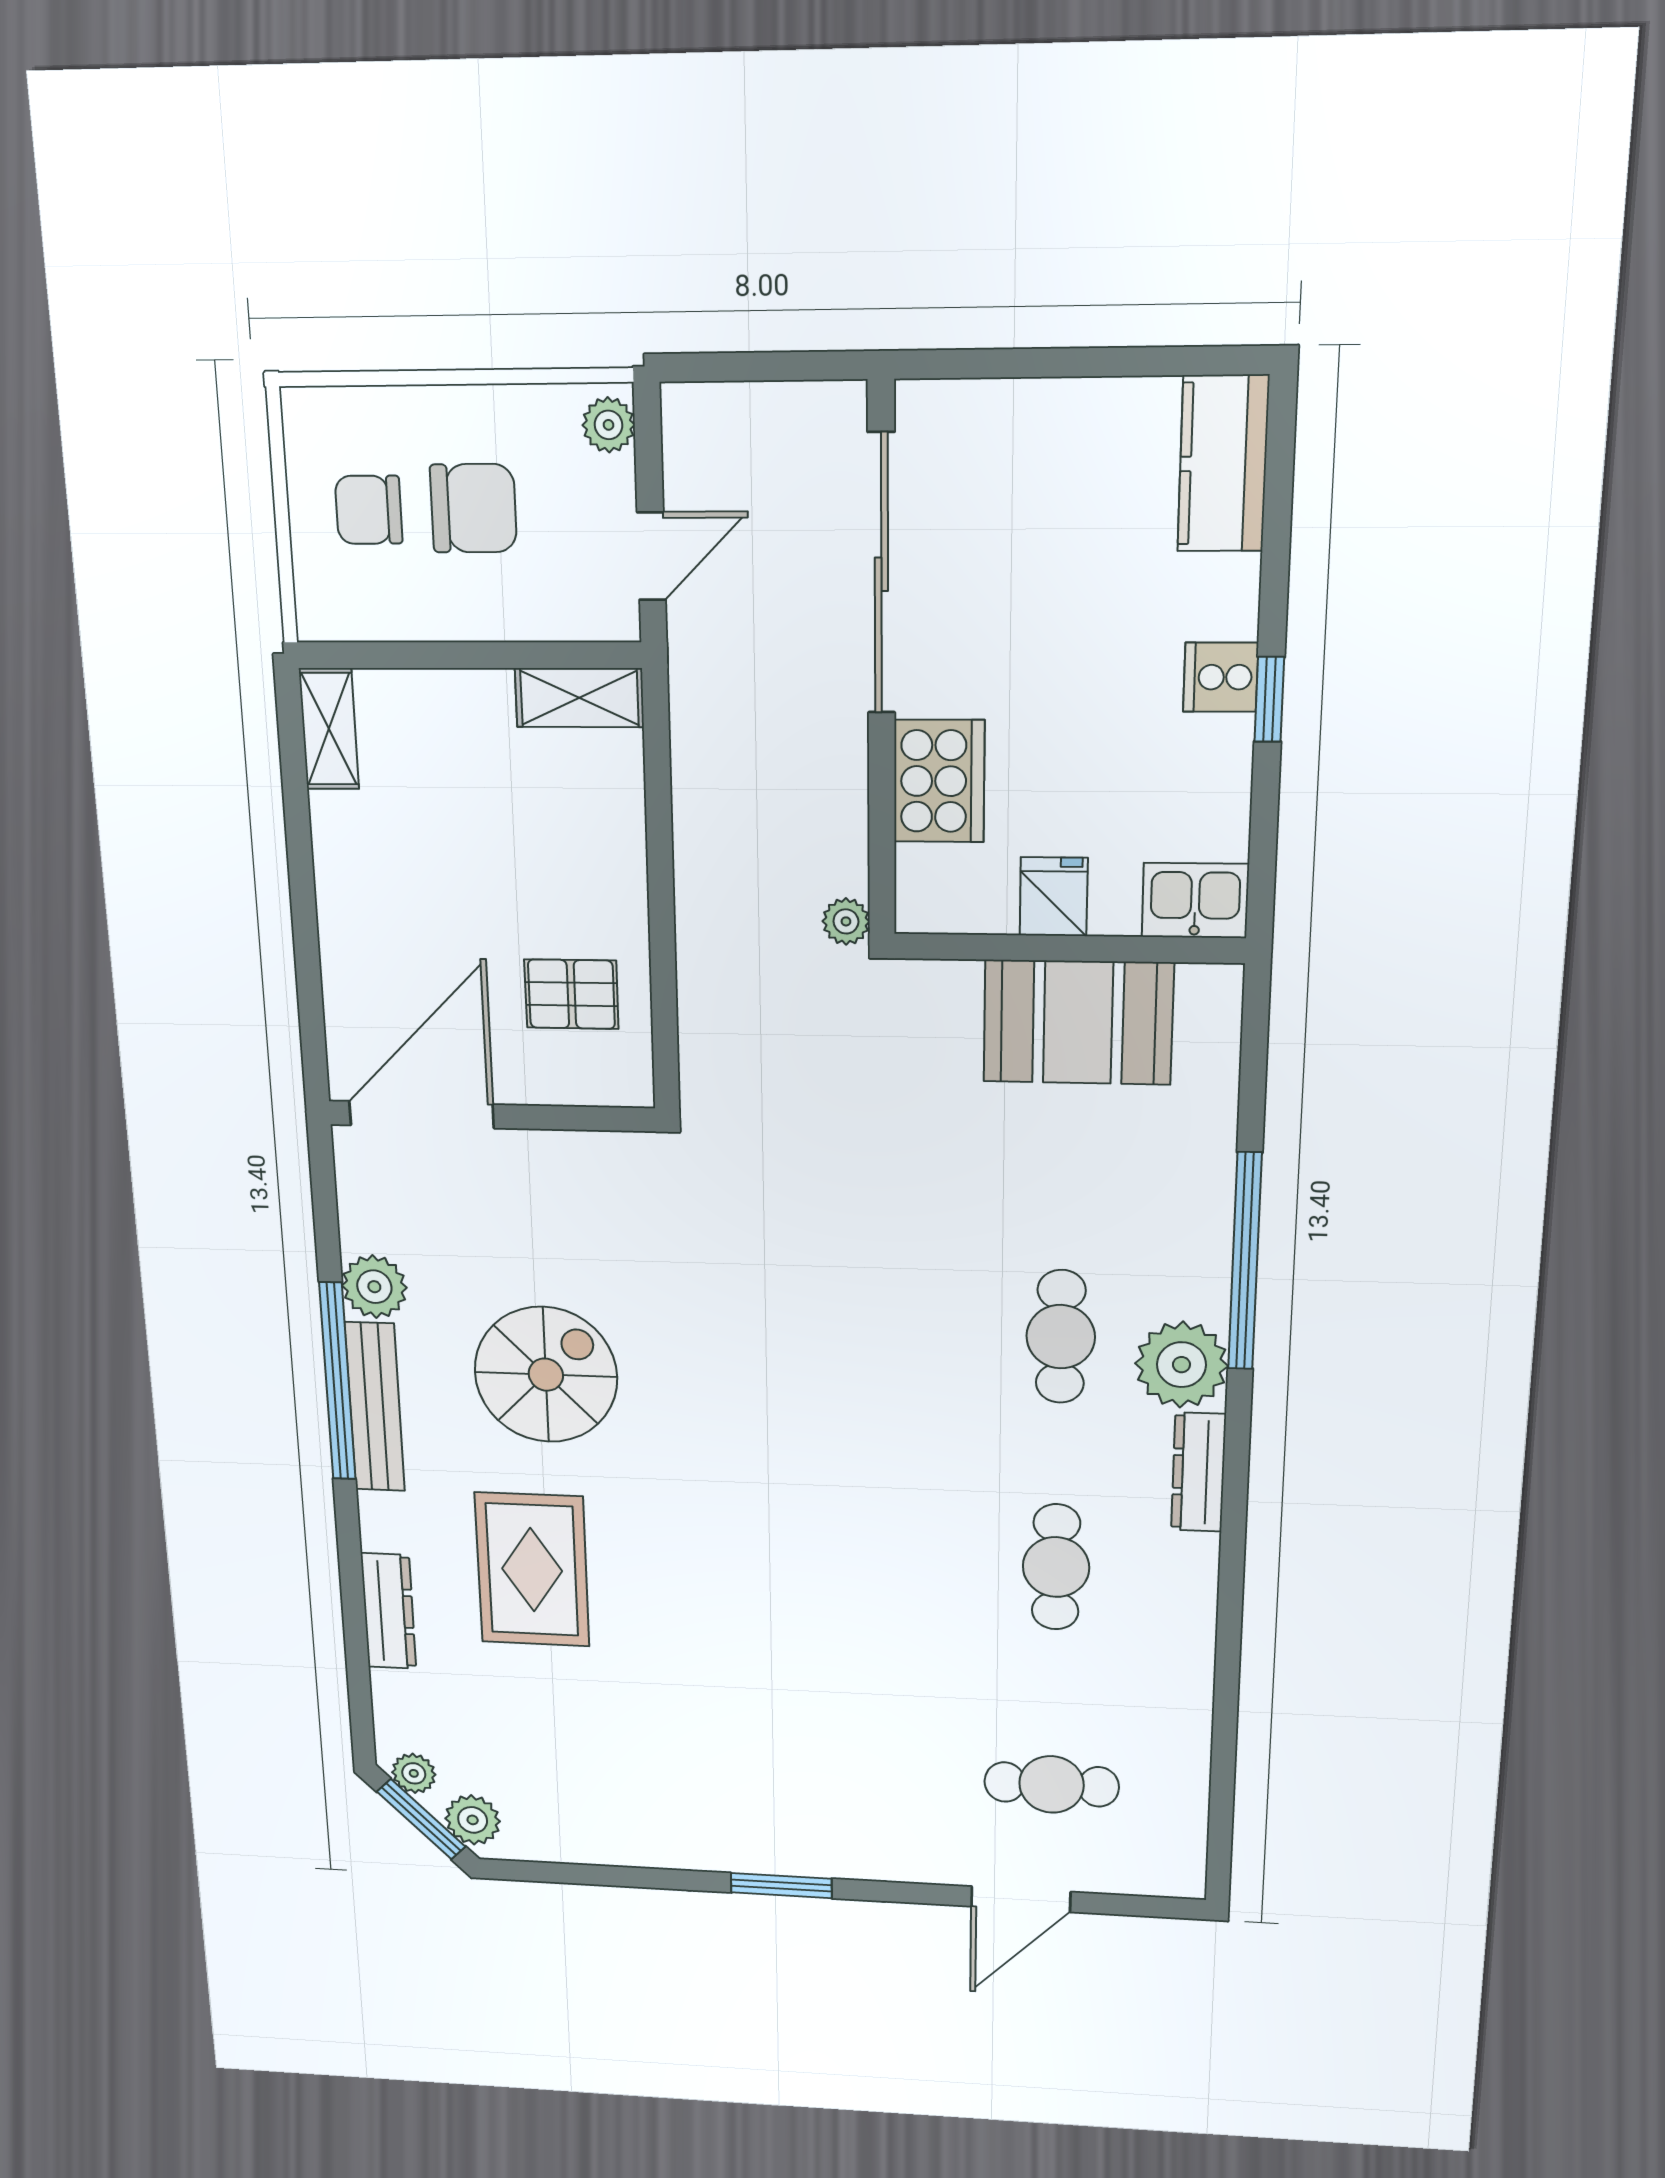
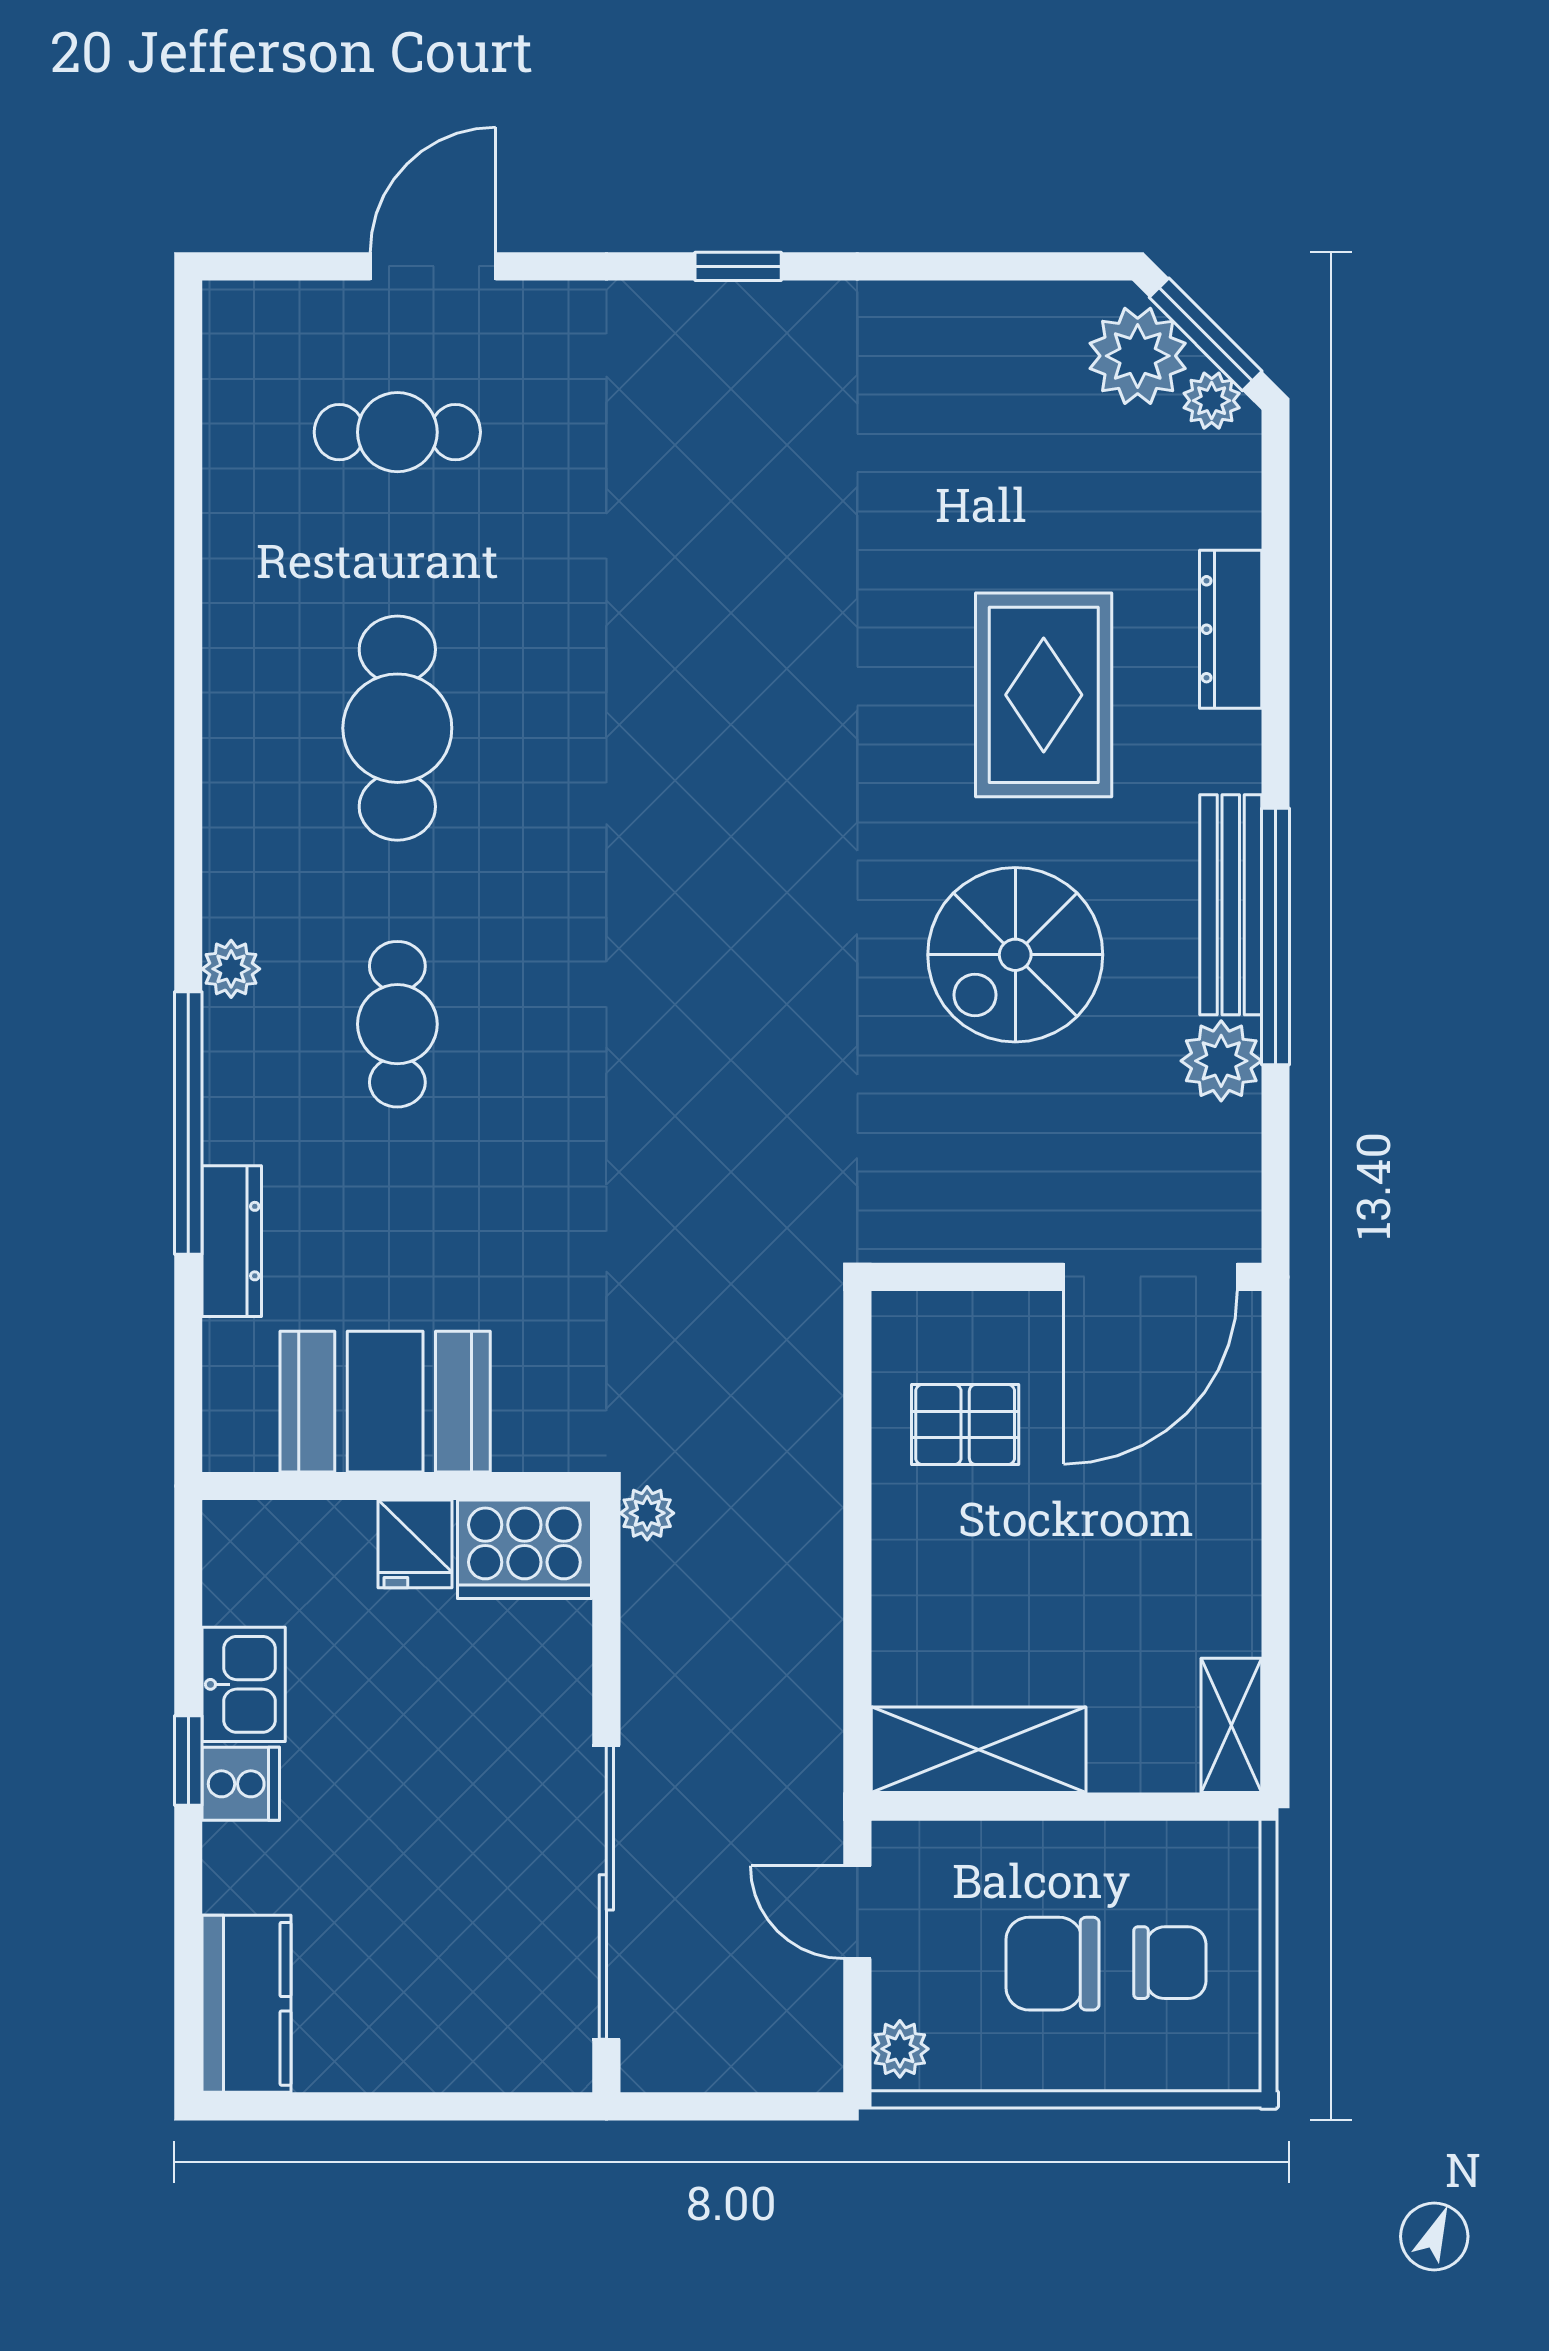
door: (651, 556) -> (857, 1912), hinge flipped
shelving: (579, 698) -> (979, 1750), width x1.50, depth x1.33
cooker: (939, 781) -> (524, 1549), moved, turned -90
kitchen sink: (1195, 901) -> (244, 1684), moved, turned -90
plant: (1181, 1365) -> (231, 969), width x0.53, depth x0.53
dresser: (1199, 1472) -> (232, 1241), moved
cafe table: (1056, 1567) -> (397, 728), width x1.37, depth x1.35
plant: (473, 1820) -> (1138, 356), width x1.36, depth x1.36
window: (781, 1886) -> (738, 266), width x0.67

